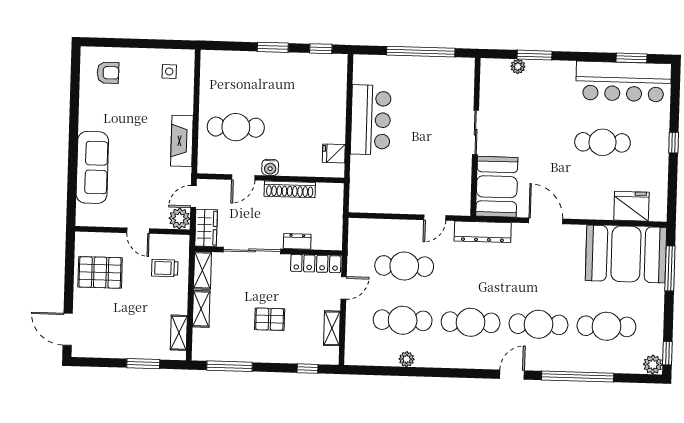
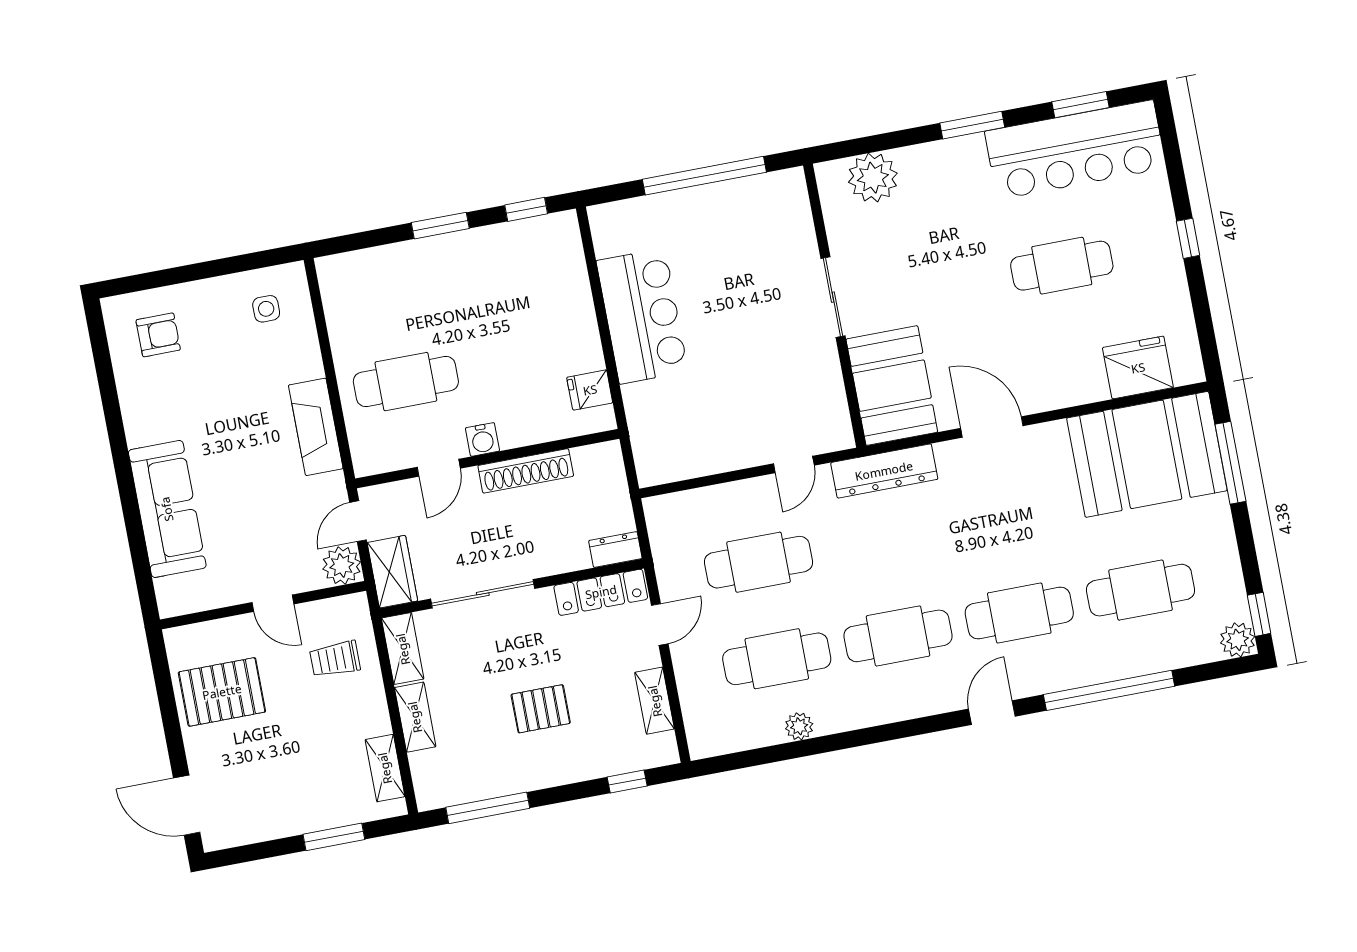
window: (535, 55) -> (972, 125), moved
plant: (518, 66) -> (873, 178), width x1.88, depth x1.88
dresser: (297, 241) -> (615, 550), moved

